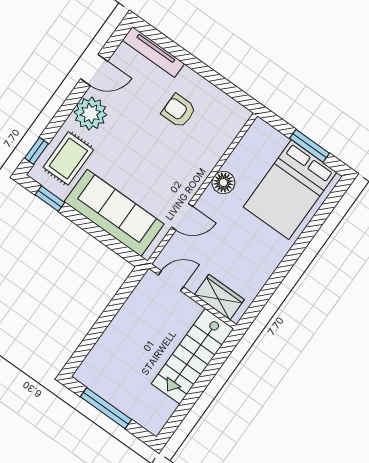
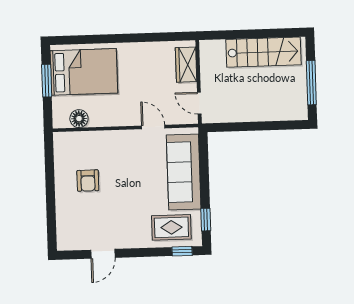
tv unit: (153, 52) -> (63, 225), removed
door: (94, 70) -> (103, 254), swing flipped
plant: (90, 113) -> (132, 235), removed
floor lamp: (223, 183) -> (79, 119), moved
stairs: (193, 356) -> (263, 52), moved

